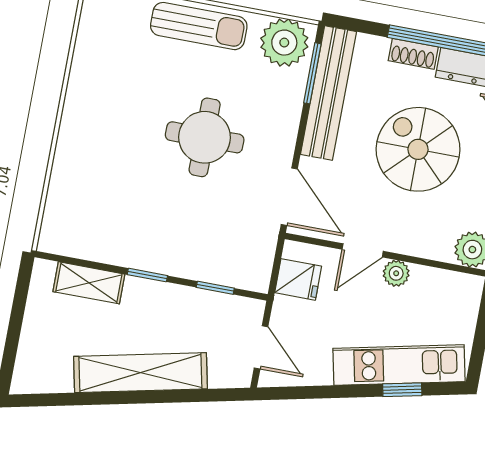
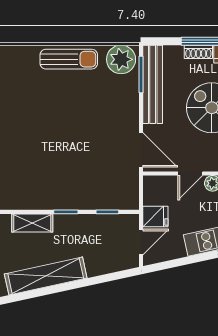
round table: (205, 137) -> (84, 124), removed
fridge: (298, 279) -> (155, 216), moved
door: (261, 347) -> (141, 242), hinge flipped
shelving: (140, 373) -> (46, 276), moved

